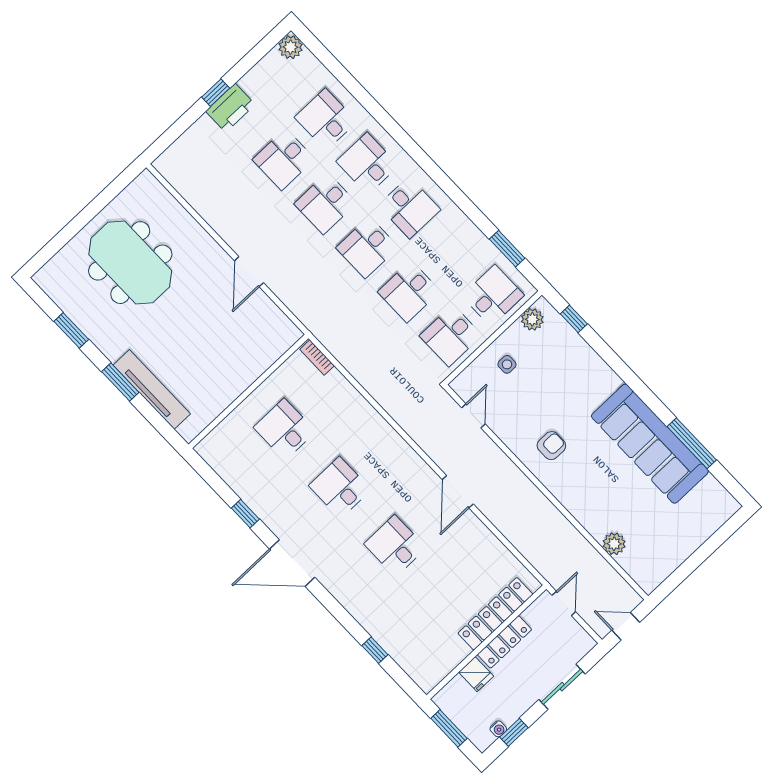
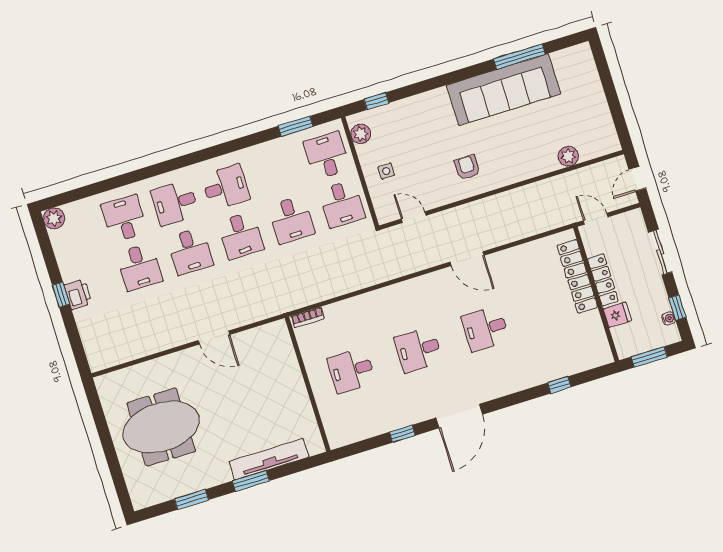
printer: (230, 108) -> (78, 294), width x0.73, depth x0.84
desk: (326, 119) -> (124, 219), turned 90

